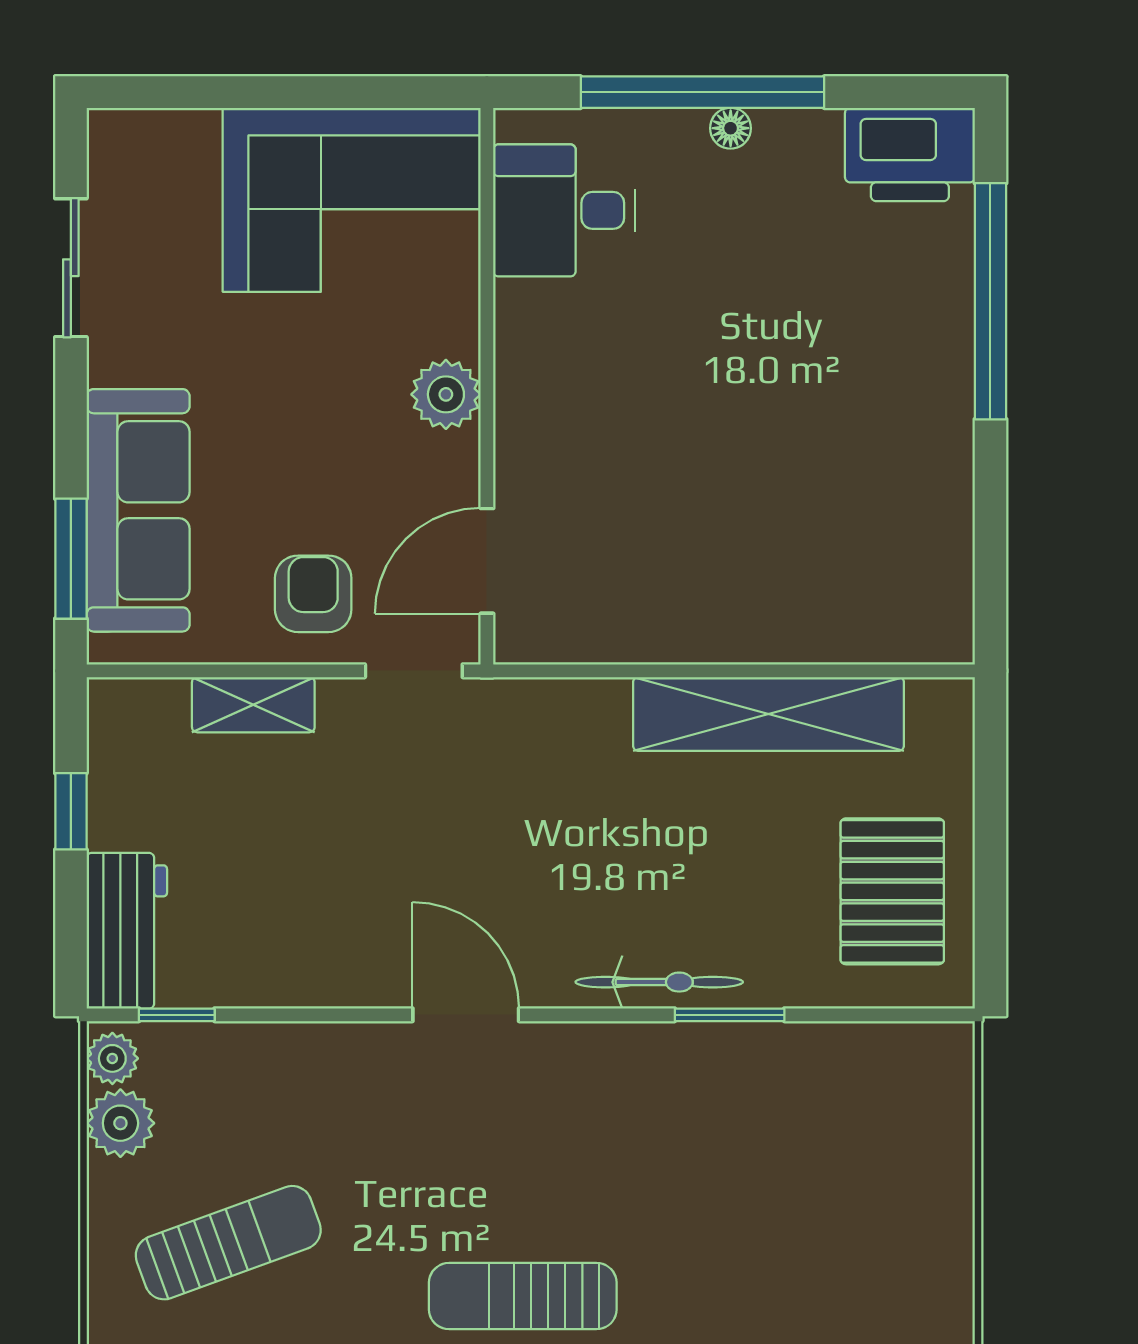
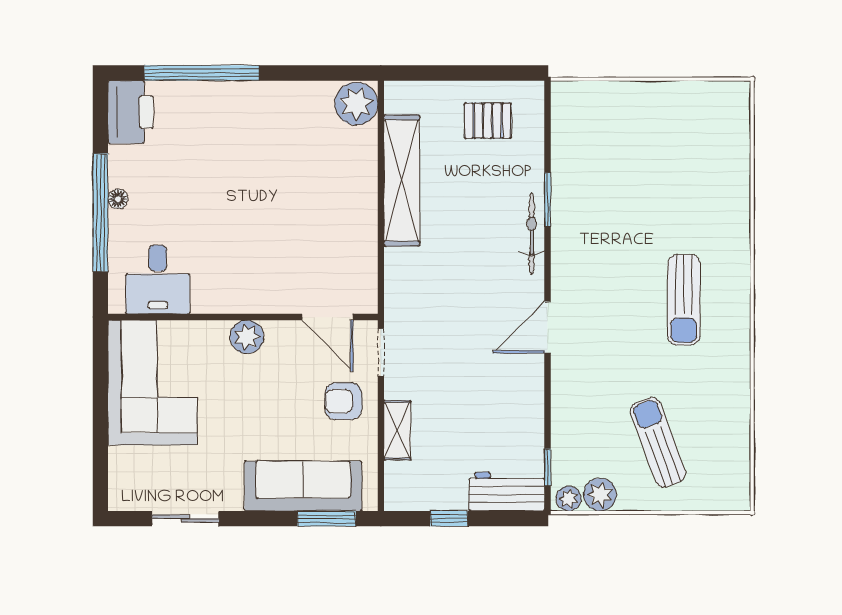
plant: (927, 620) -> (356, 104), added
pallet: (892, 891) -> (488, 121), width x0.67, depth x0.71

